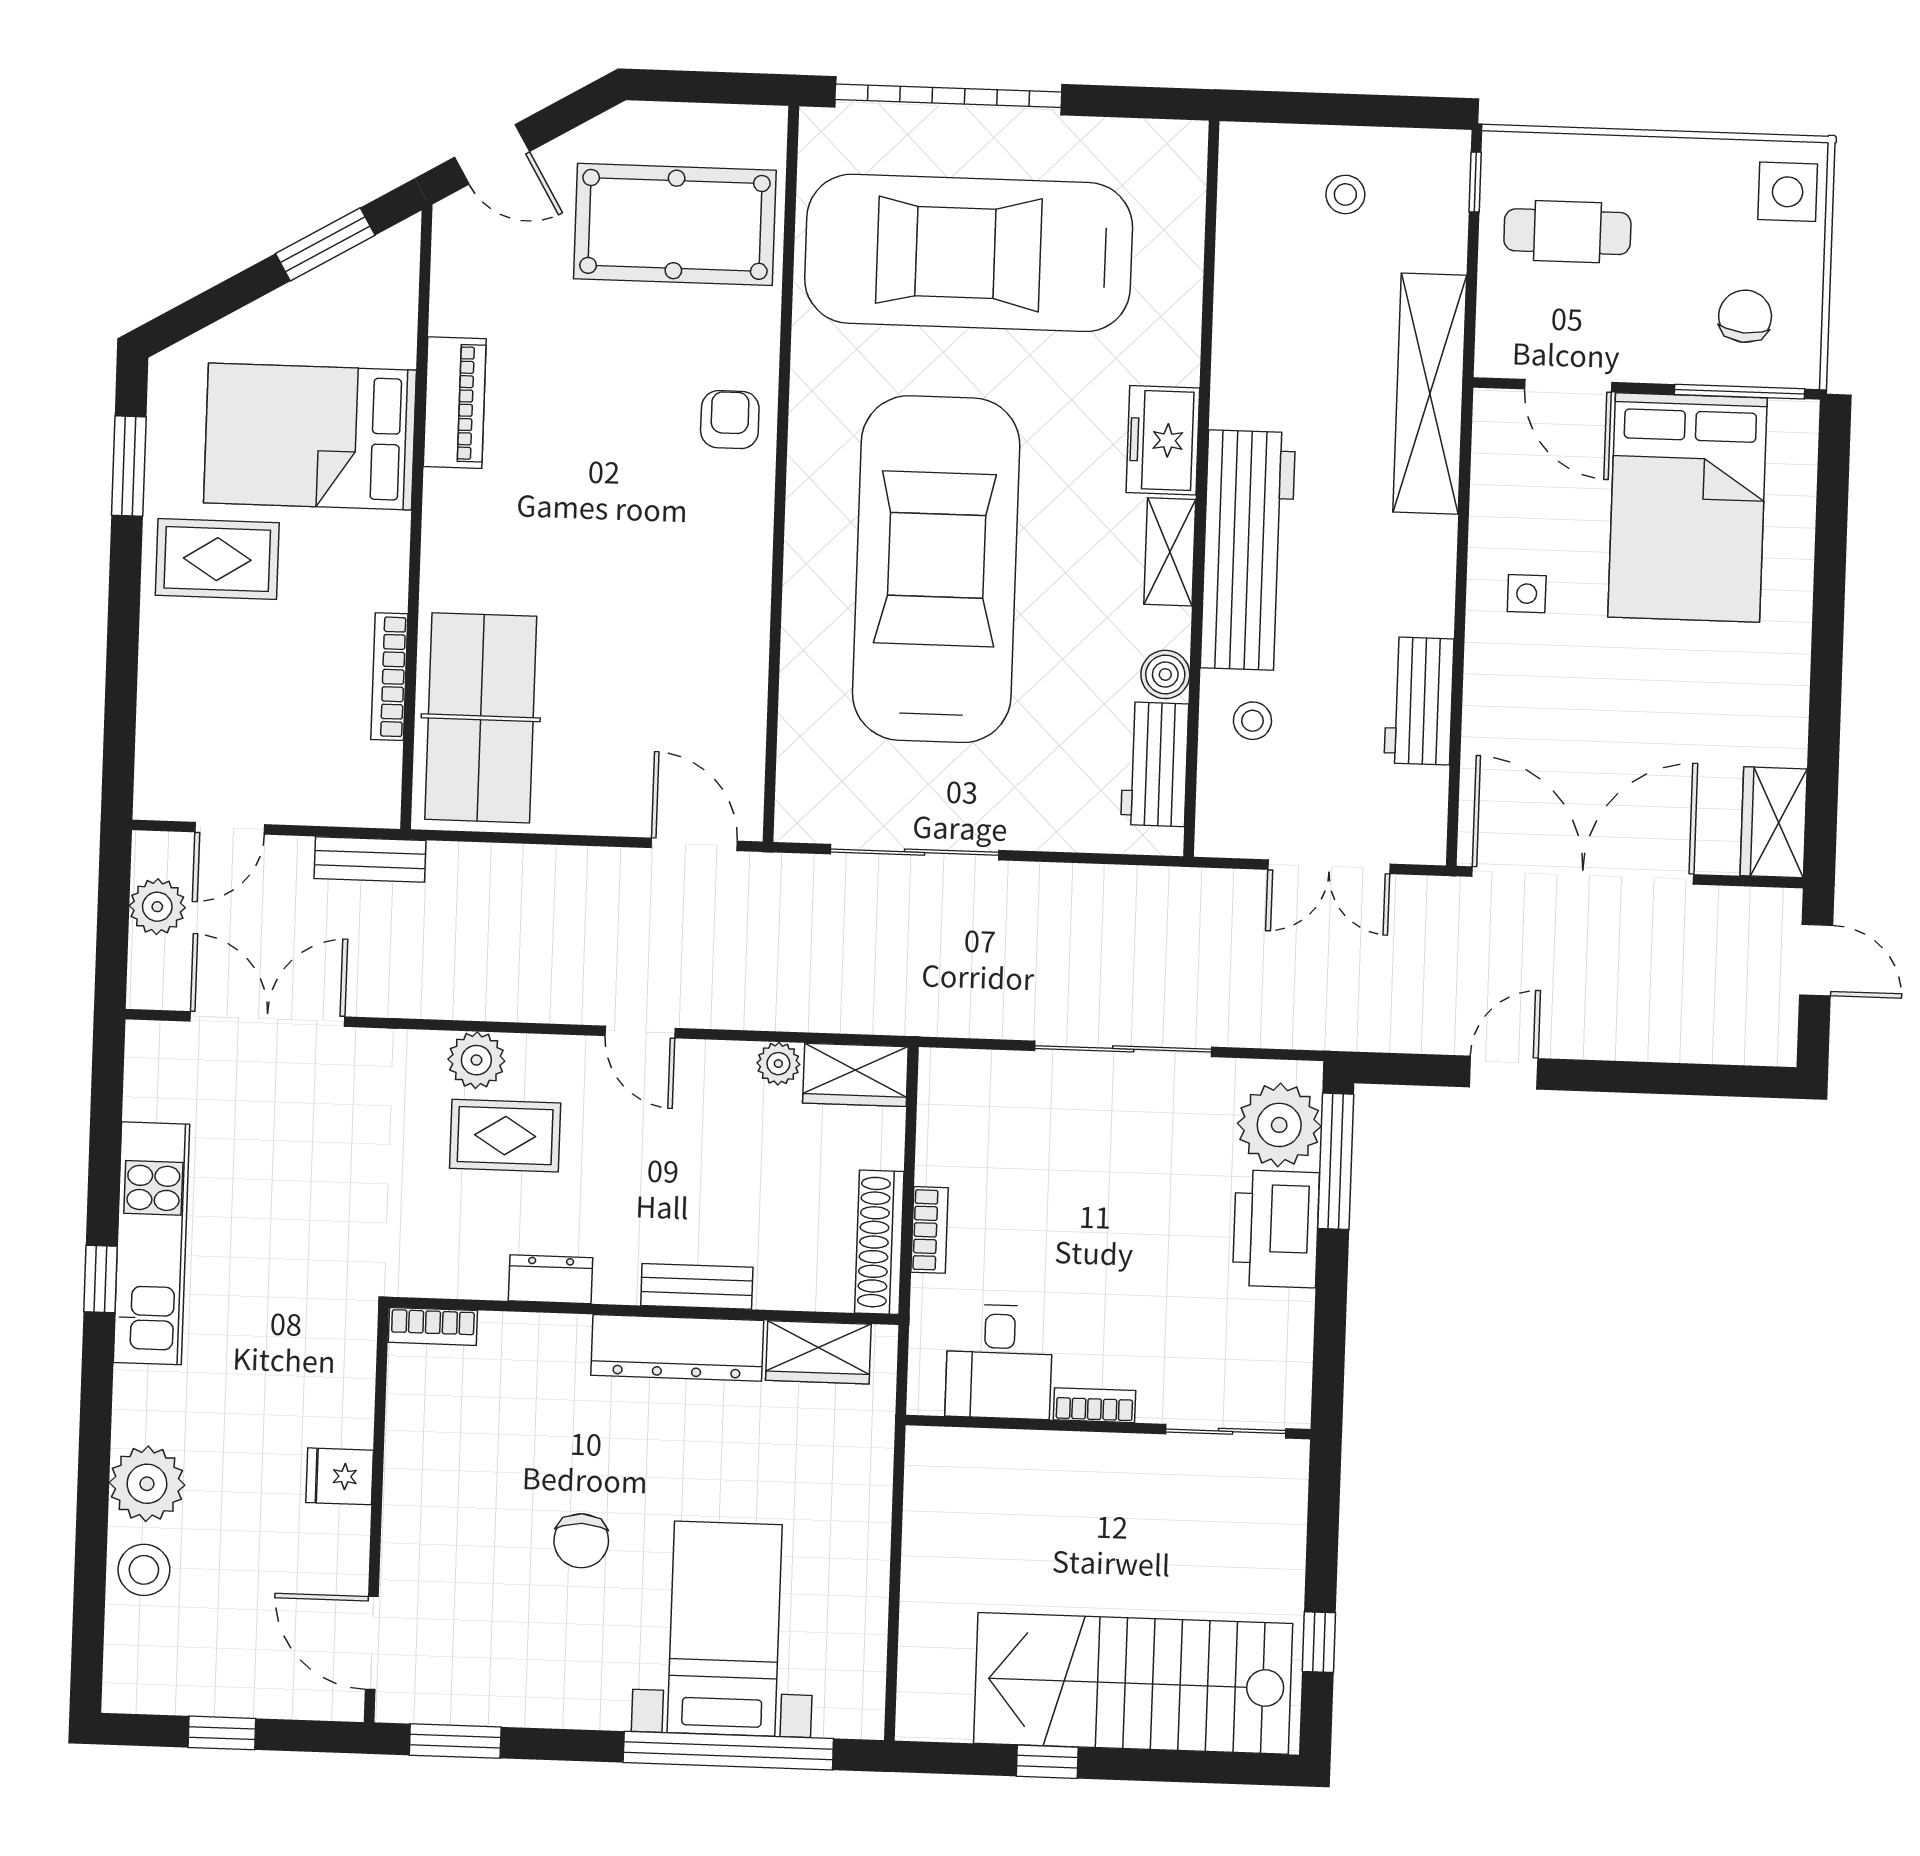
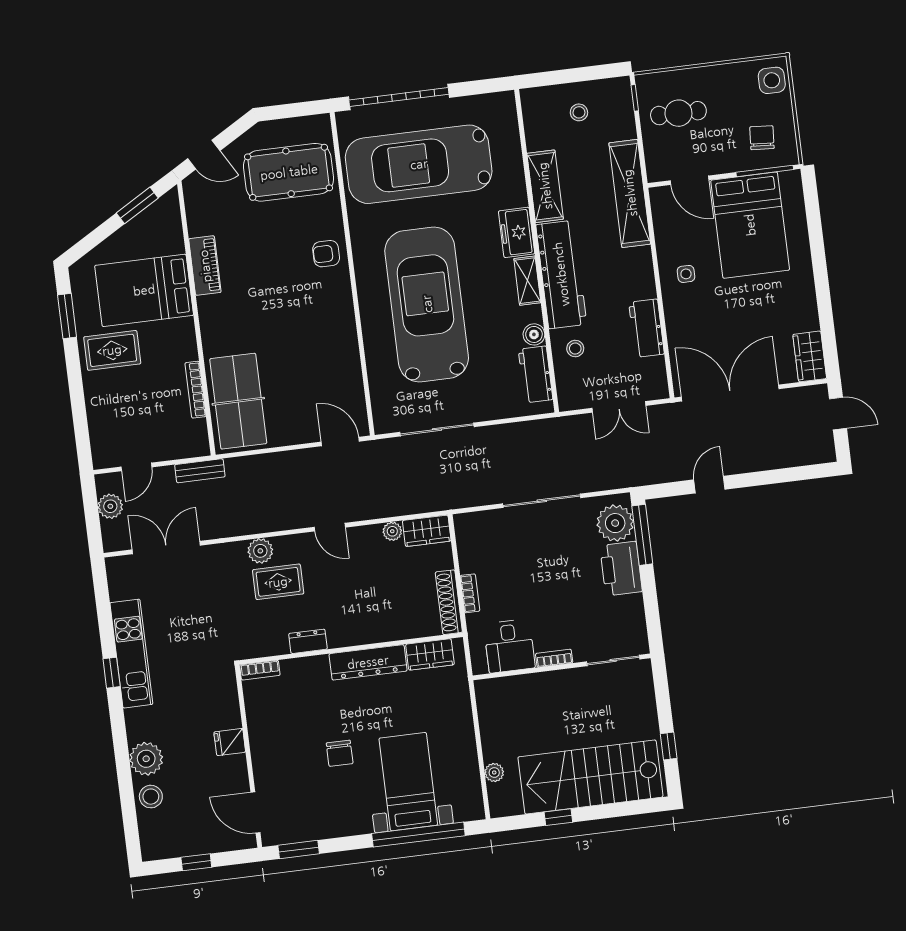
shelving: (1243, 347) -> (545, 186), added
armchair: (730, 420) -> (326, 254), turned -90
bench: (697, 1286) -> (372, 634), removed
plant: (920, 1639) -> (494, 773), added

